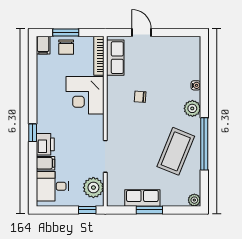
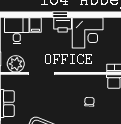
corner desk: (85, 95) -> (88, 33), moved, turned 180
printer: (45, 144) -> (63, 25), moved

